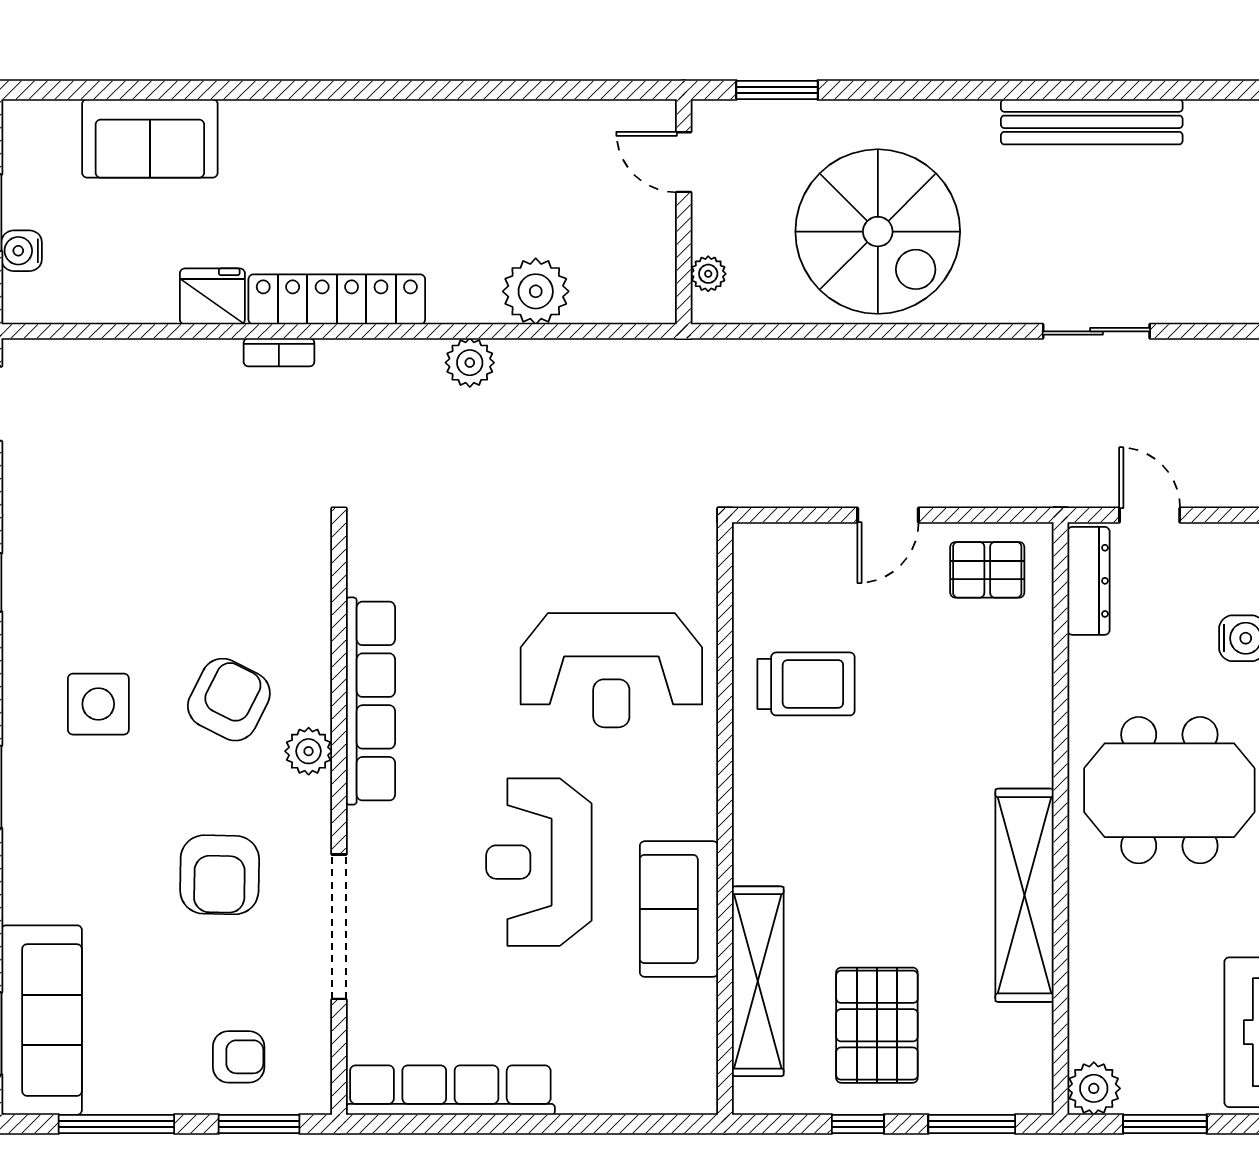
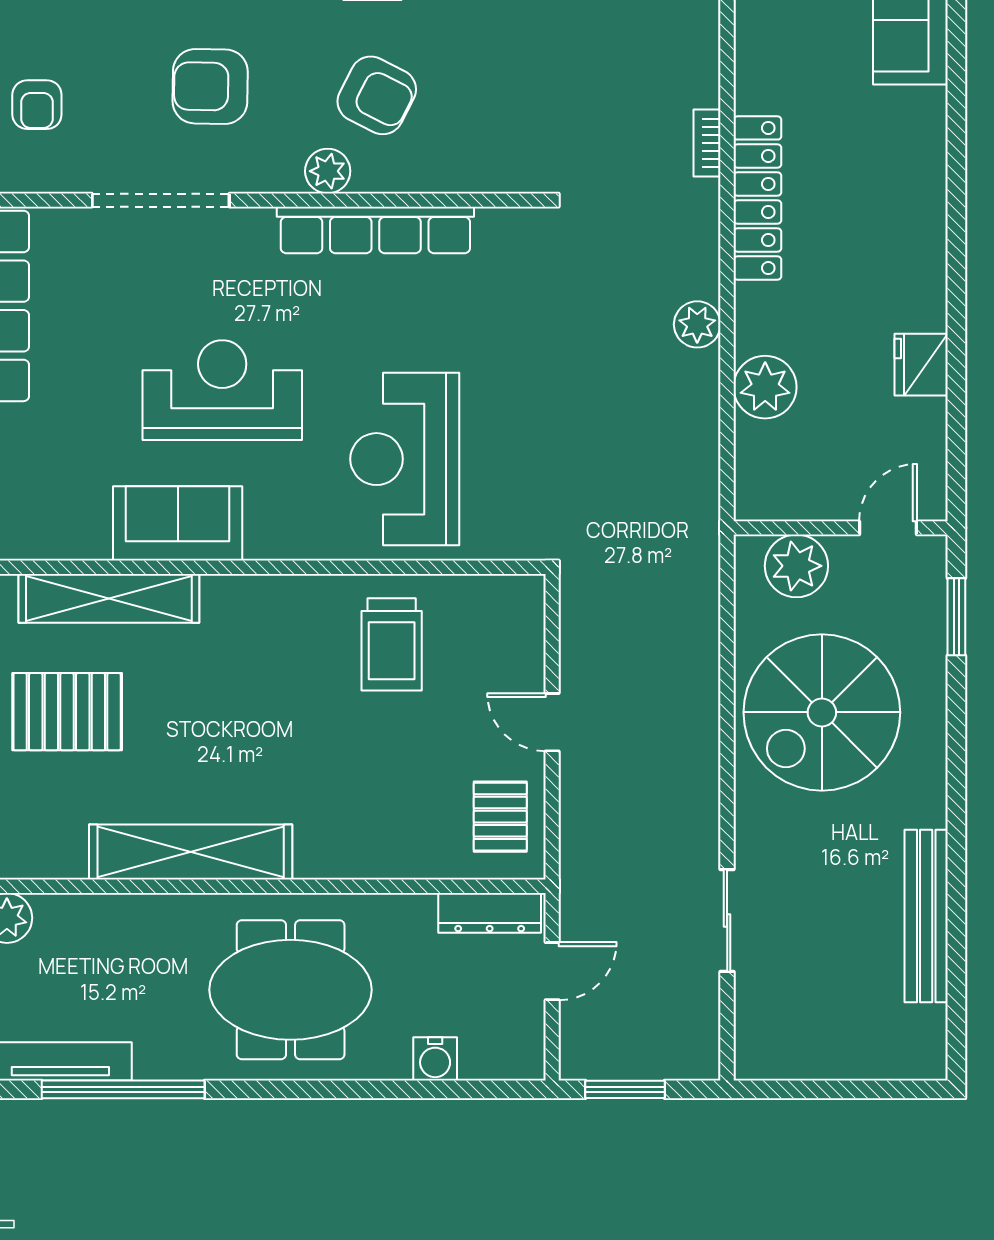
plant: (708, 274) -> (796, 566), width x1.88, depth x1.88
fridge: (212, 296) -> (921, 365), moved, turned 180
meeting table: (1169, 790) -> (291, 990), turned 90

